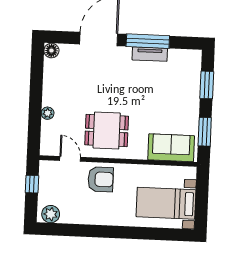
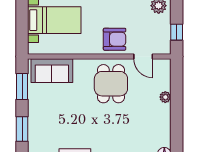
dining table: (107, 130) -> (111, 84), turned 90
armchair: (101, 179) -> (115, 39), turned 180

